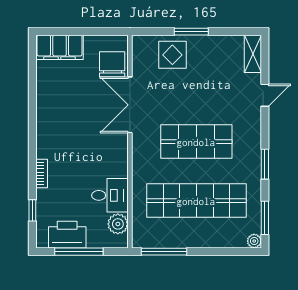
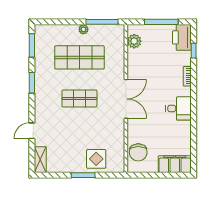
double door: (130, 105) -> (126, 99), moved
shop shelf: (196, 142) -> (79, 99), width x0.70, depth x0.74
desk: (110, 195) -> (179, 108), moved, turned 180
shop shelf: (196, 201) -> (79, 57), width x0.71
printer: (67, 235) -> (182, 37), moved, turned 90
plant: (254, 241) -> (83, 29), moved

